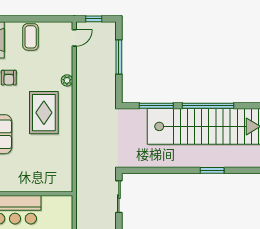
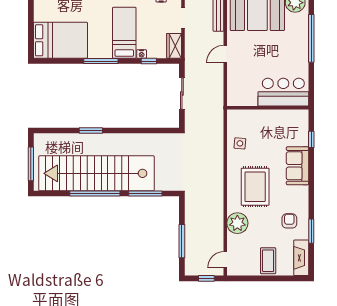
plant: (67, 80) -> (237, 223), width x1.87, depth x1.87
side table: (59, 157) -> (240, 143), added
sliding door: (119, 197) -> (182, 93), moved

